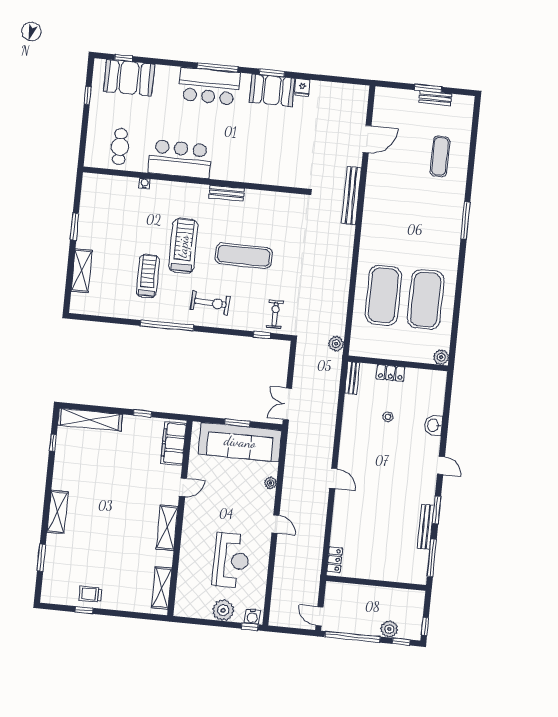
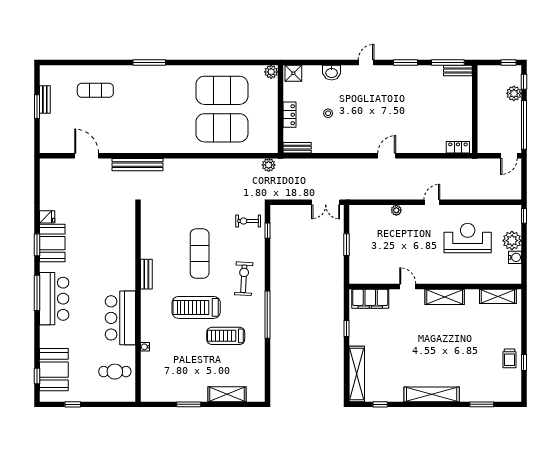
shower: (437, 382) -> (293, 73), added
sofa: (240, 442) -> (363, 241), removed
shelving: (57, 512) -> (432, 394), width x1.47
bench: (426, 527) -> (458, 70), moved, width x0.73
water cooler: (252, 617) -> (515, 257), moved

